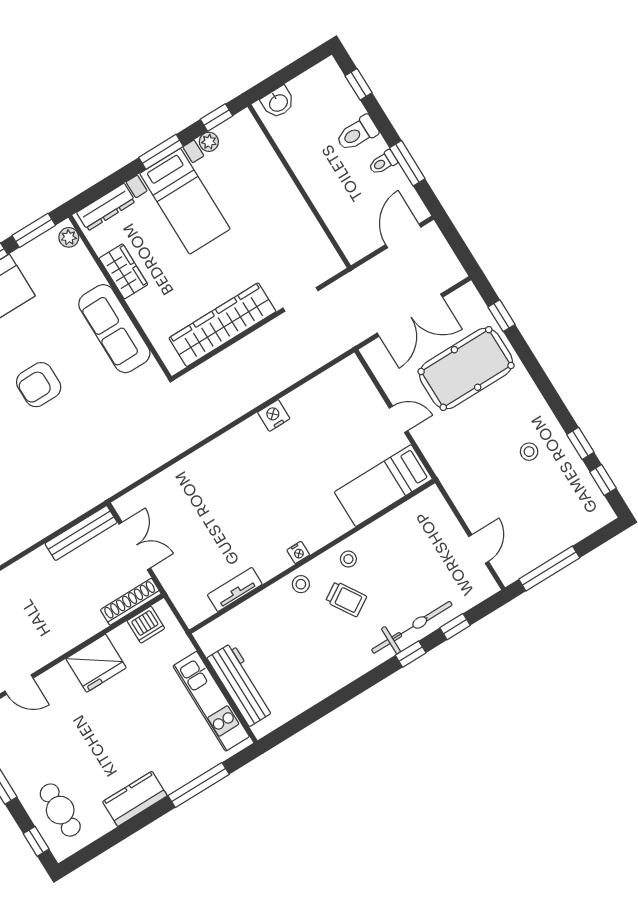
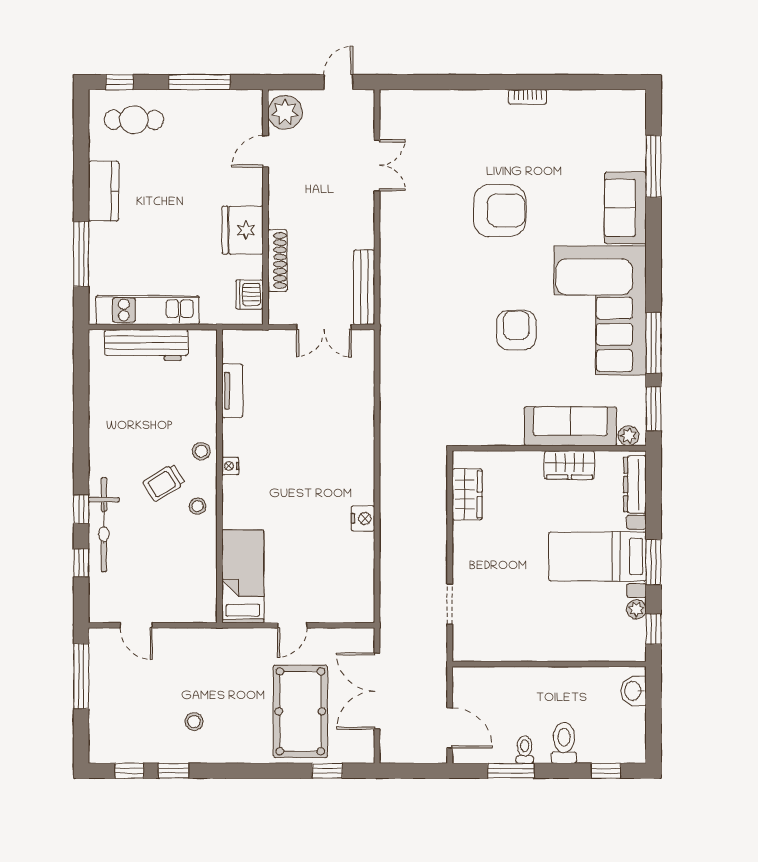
wardrobe: (222, 325) -> (467, 494), width x0.48, depth x0.85
sofa: (114, 329) -> (570, 426), moved
shoe rack: (131, 602) -> (278, 260), moved

